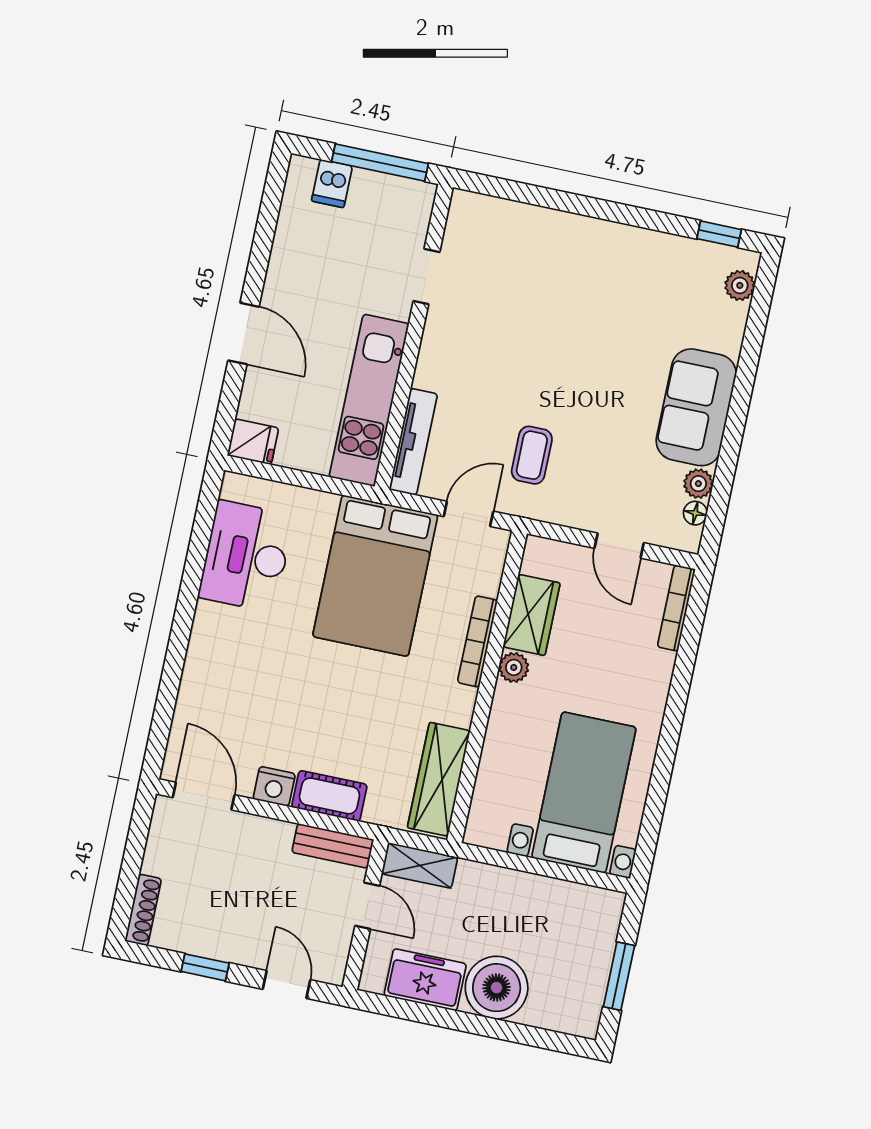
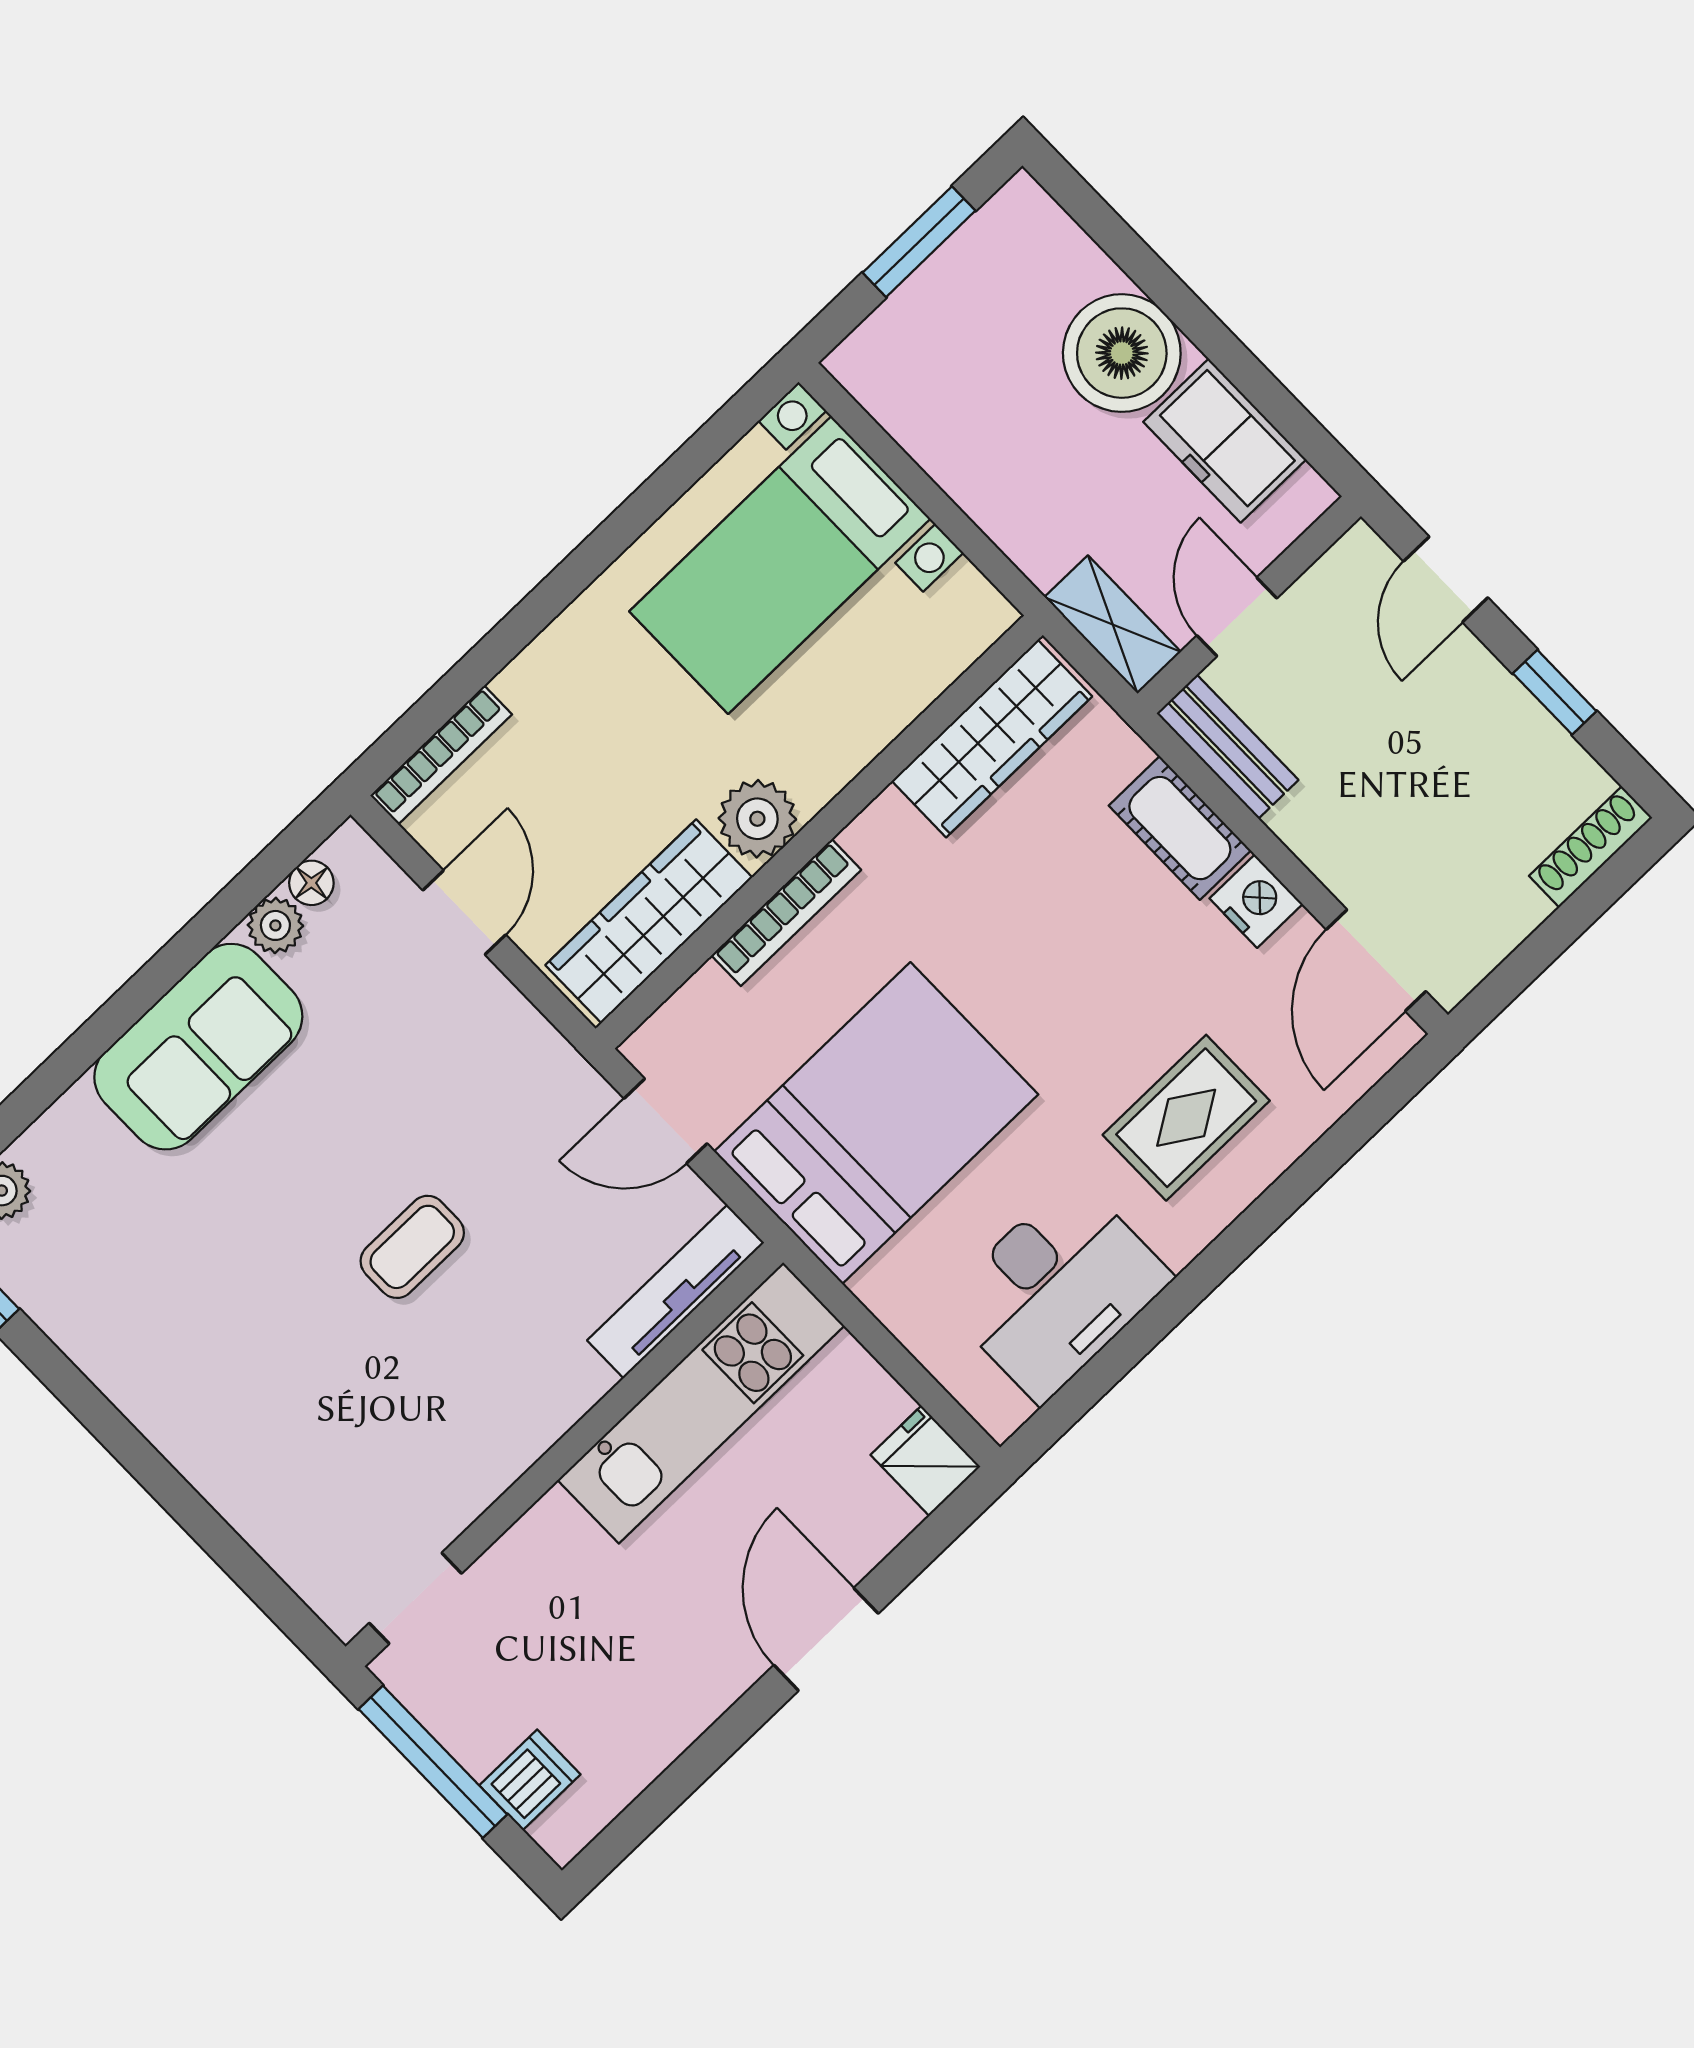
doorway: (426, 276) -> (415, 1598), moved
coffee table: (532, 455) -> (412, 1247), moved
wardrobe: (531, 615) -> (649, 921), width x1.50
plant: (514, 667) -> (757, 819), width x1.38, depth x1.38
rug: (240, 670) -> (1186, 1118), added

